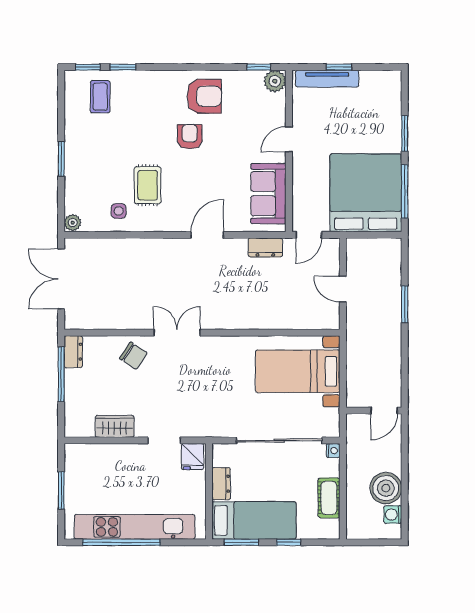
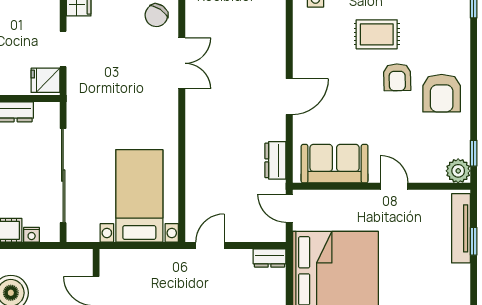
armchair: (190, 137) -> (397, 77), turned 89
rug: (148, 185) -> (377, 34), moved
door: (207, 235) -> (289, 97), hinge flipped
dresser: (354, 253) -> (269, 258), added
door: (343, 289) -> (210, 246), moved
nightstand: (333, 451) -> (32, 235), moved

